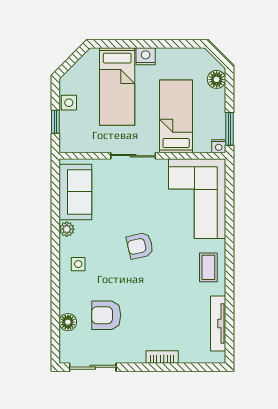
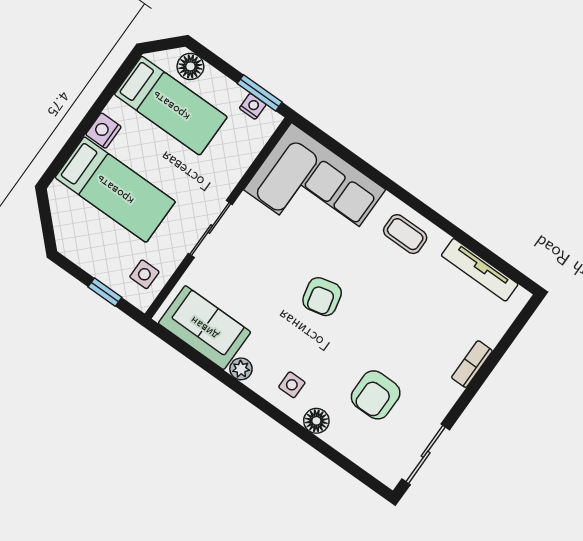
side table: (69, 103) -> (144, 274), moved
bed: (176, 116) -> (171, 106), moved, turned 180
nightstand: (219, 146) -> (253, 106), moved, turned -90
floor lamp: (68, 322) -> (316, 421), moved

